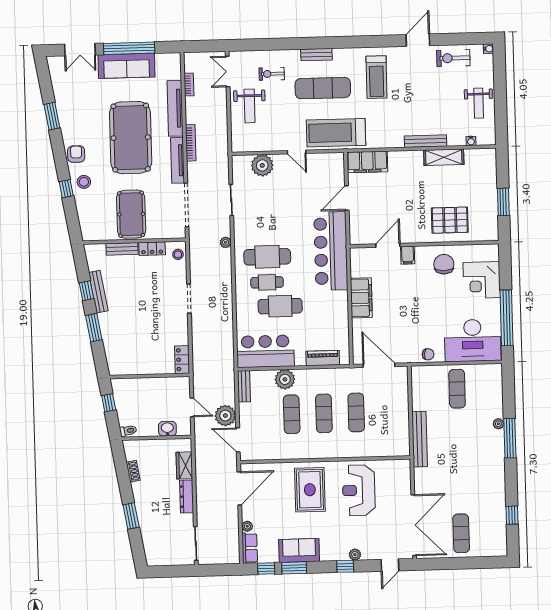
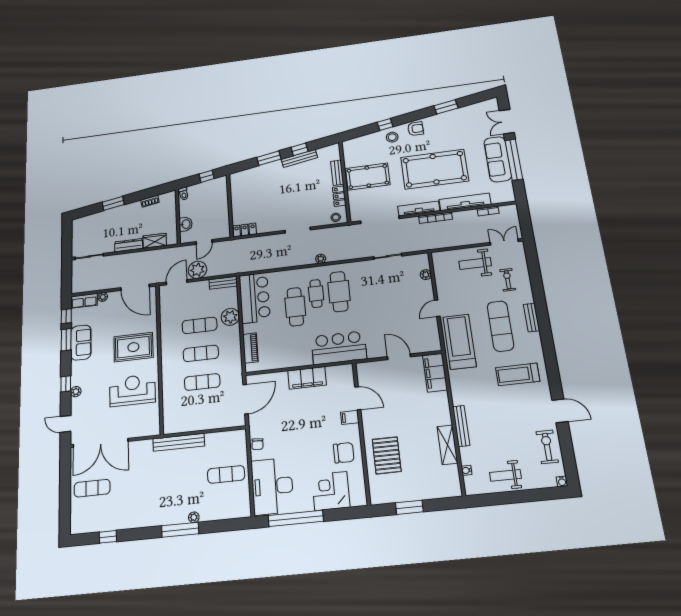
plant: (262, 165) -> (426, 275), width x0.53, depth x0.53
plant: (226, 242) -> (321, 259), moved
bar counter: (331, 251) -> (339, 348), width x0.73

